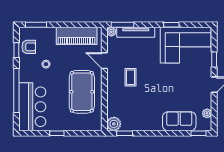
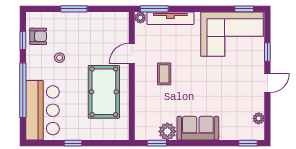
window: (36, 25) -> (74, 9), moved
window: (171, 25) -> (244, 9), moved
piano: (77, 36) -> (97, 23), removed
door: (104, 61) -> (132, 53), hinge flipped
sofa: (179, 121) -> (198, 128), moved
plant: (114, 124) -> (167, 131), moved

